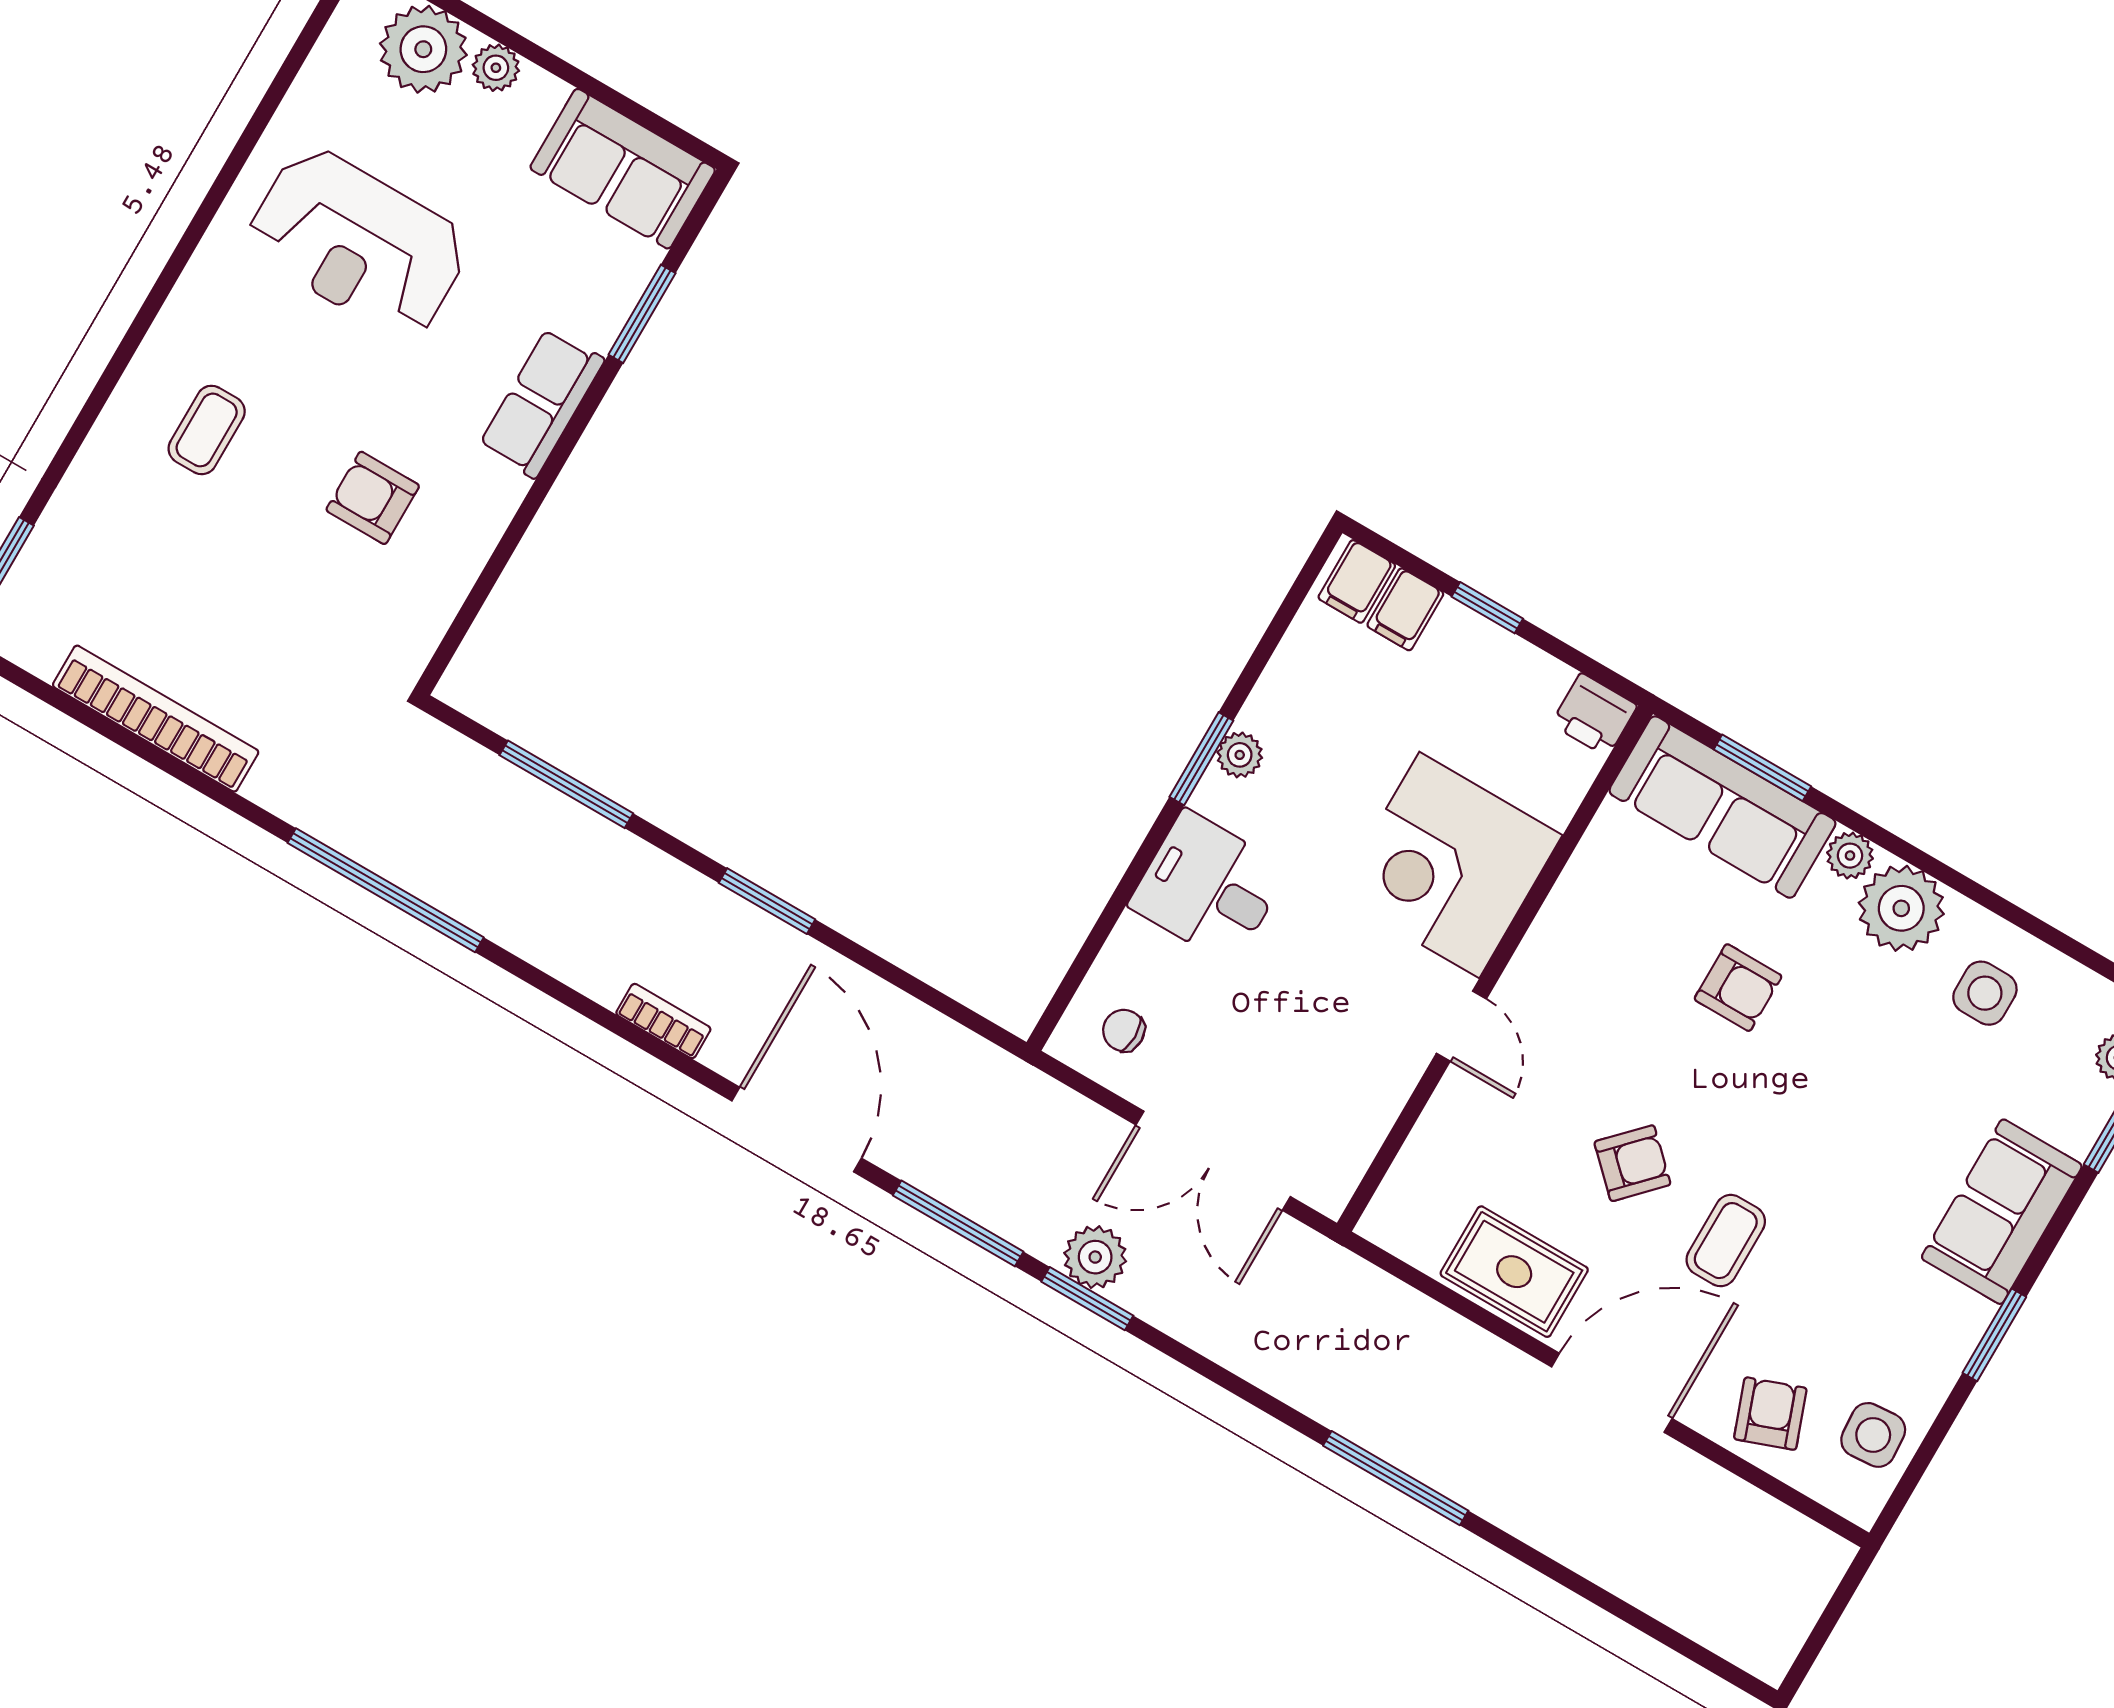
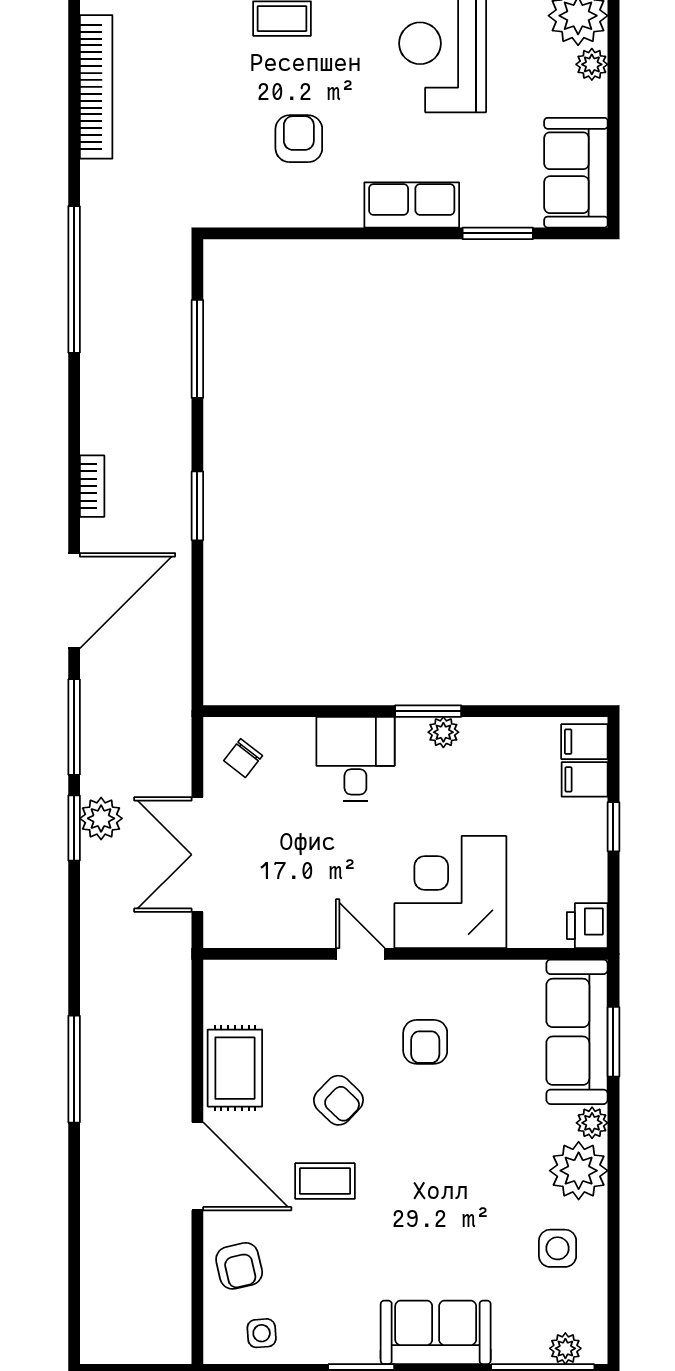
armchair: (1738, 988) -> (425, 1042), moved
door: (1461, 1026) -> (360, 954), swing flipped
chair: (1124, 1030) -> (243, 758), turned -142
armchair: (1770, 1414) -> (239, 1266), turned 97
side table: (1873, 1435) -> (262, 1333), width x0.73, depth x0.73

